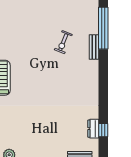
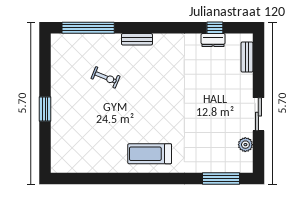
bench: (94, 47) -> (137, 39), moved

